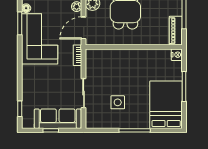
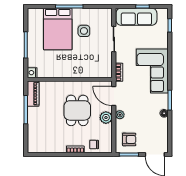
door: (84, 28) -> (114, 96), swing flipped
corner sofa: (40, 39) -> (152, 71), moved
bed: (166, 105) -> (58, 29), moved

